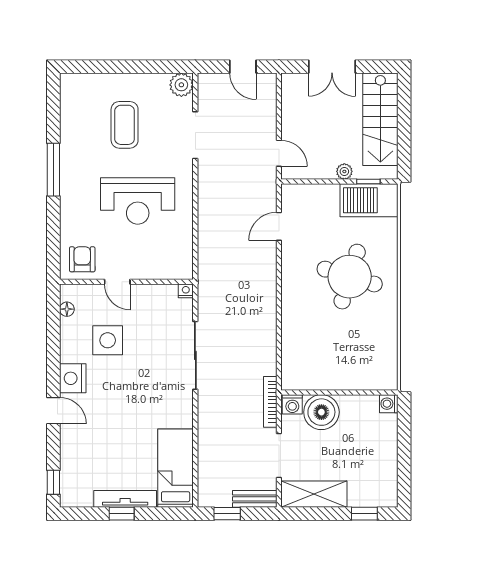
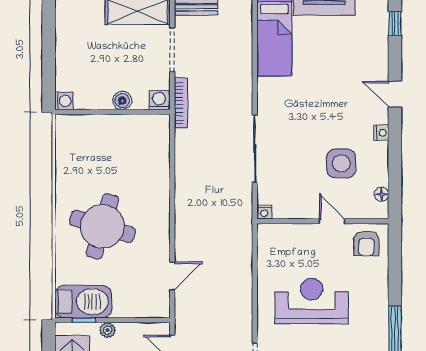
nightstand: (73, 378) -> (381, 133), width x0.53, depth x0.56
boiler: (321, 412) -> (122, 101), width x0.54, depth x0.54

